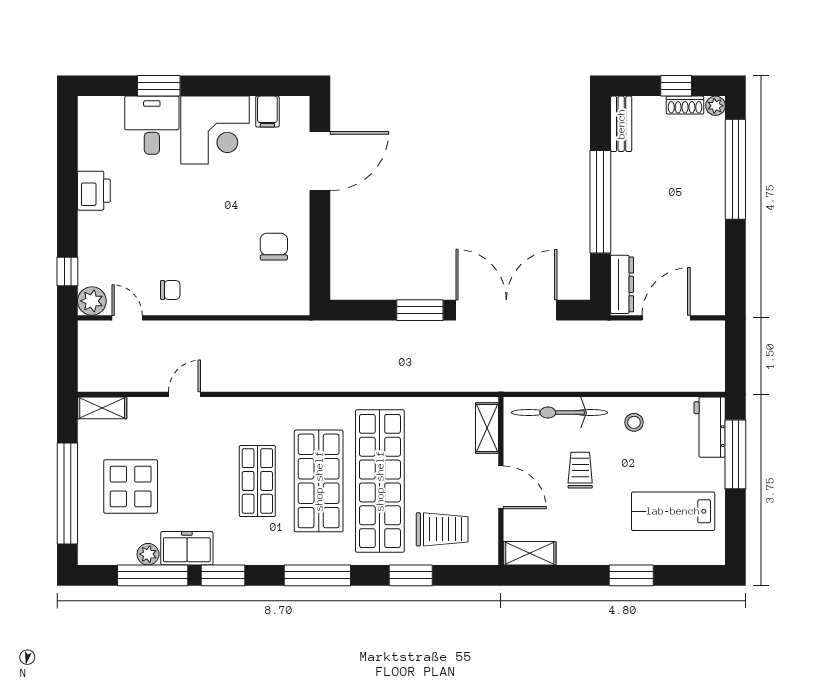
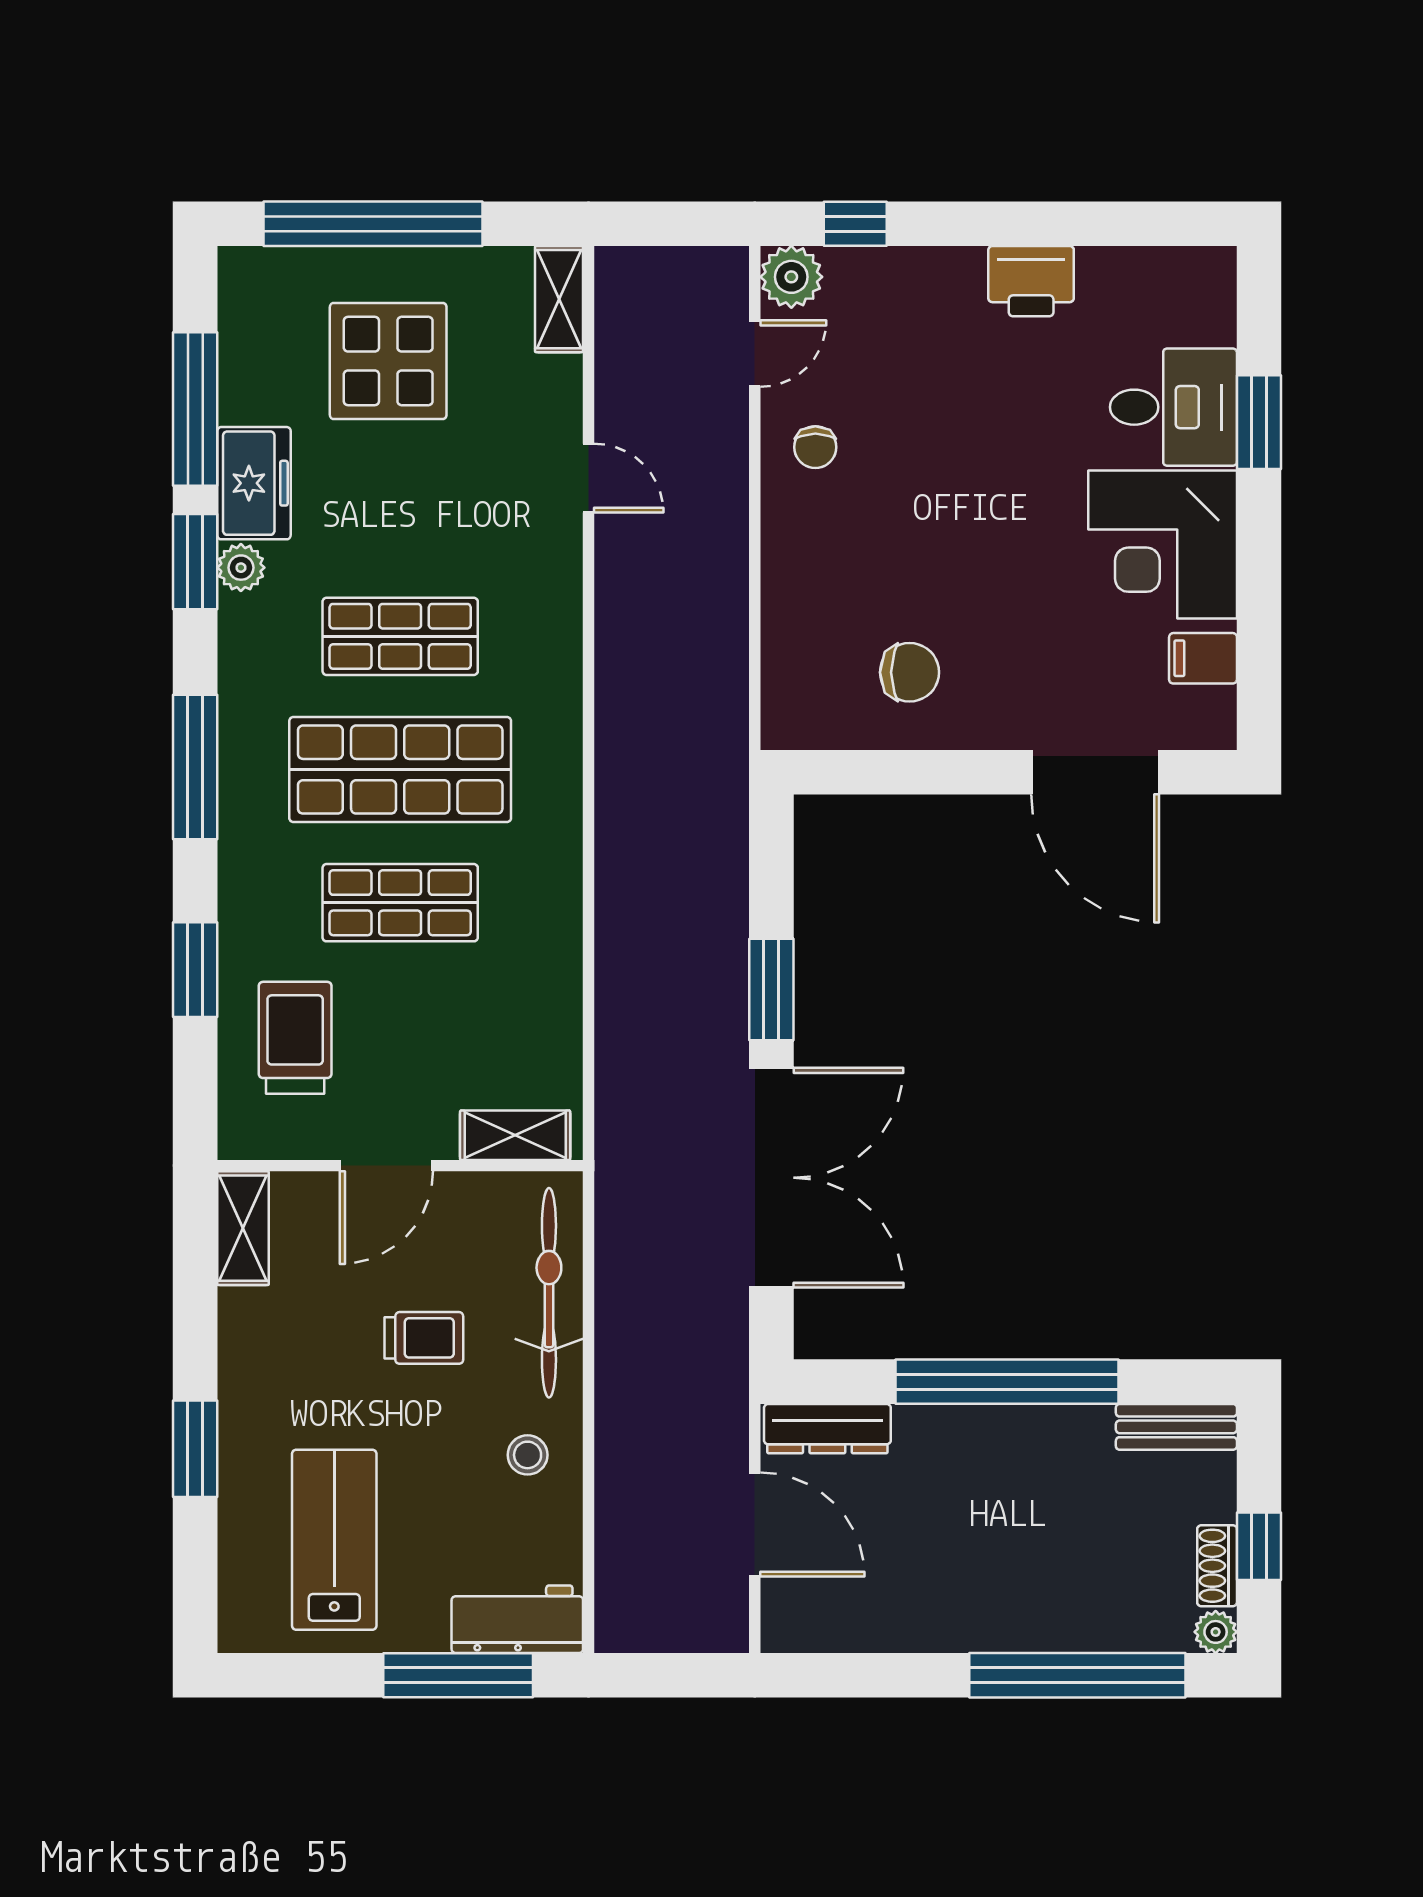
shop shelf: (380, 481) -> (400, 903), width x0.50, depth x0.74
trolley: (442, 529) -> (295, 1038), turned 180
plant: (148, 554) -> (241, 568), moved

